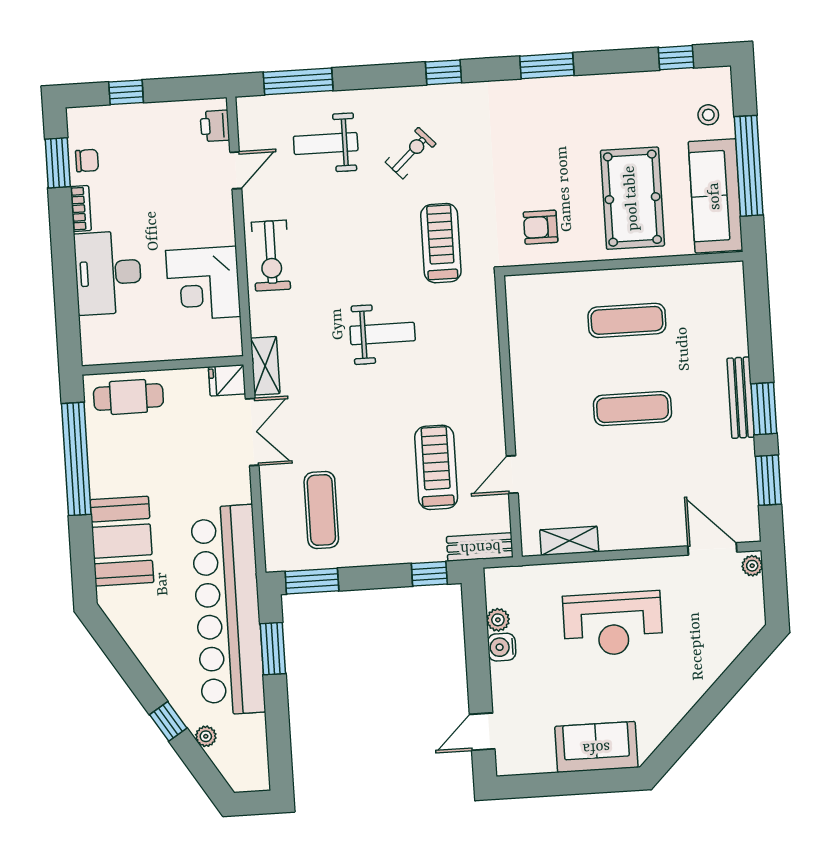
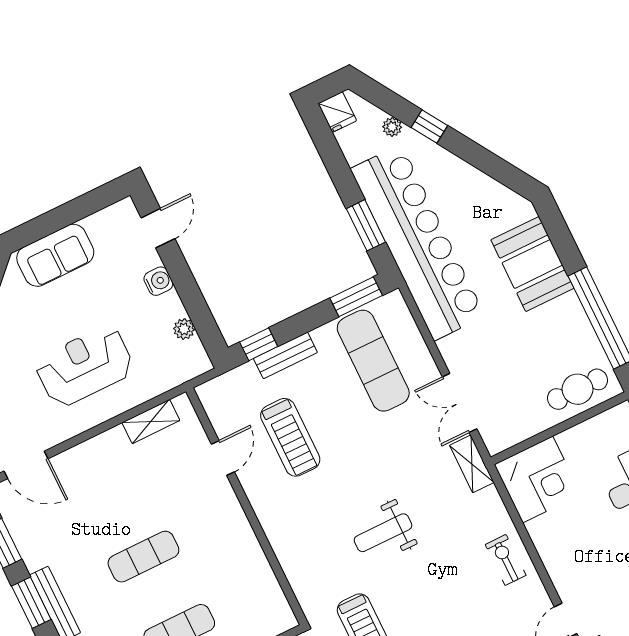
exercise bike: (271, 256) -> (506, 560), width x0.73, depth x0.72
corner desk: (203, 283) -> (538, 479), moved, turned 90
fridge: (227, 380) -> (337, 112), moved, turned 90
exercise mat: (321, 510) -> (373, 361), width x1.36, depth x1.45
bench: (480, 547) -> (285, 355), moved
water cooler: (502, 647) -> (158, 281), moved

